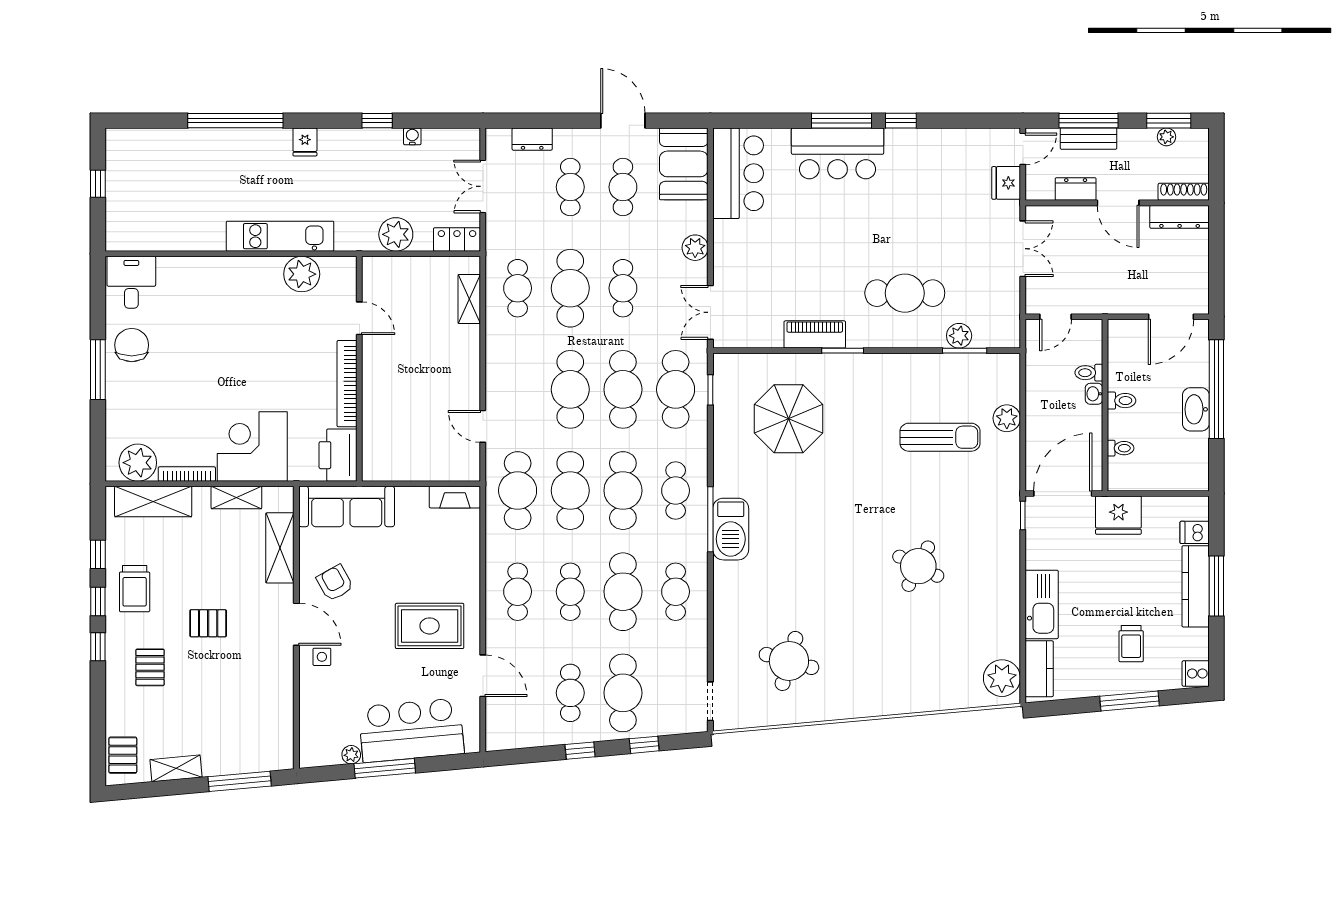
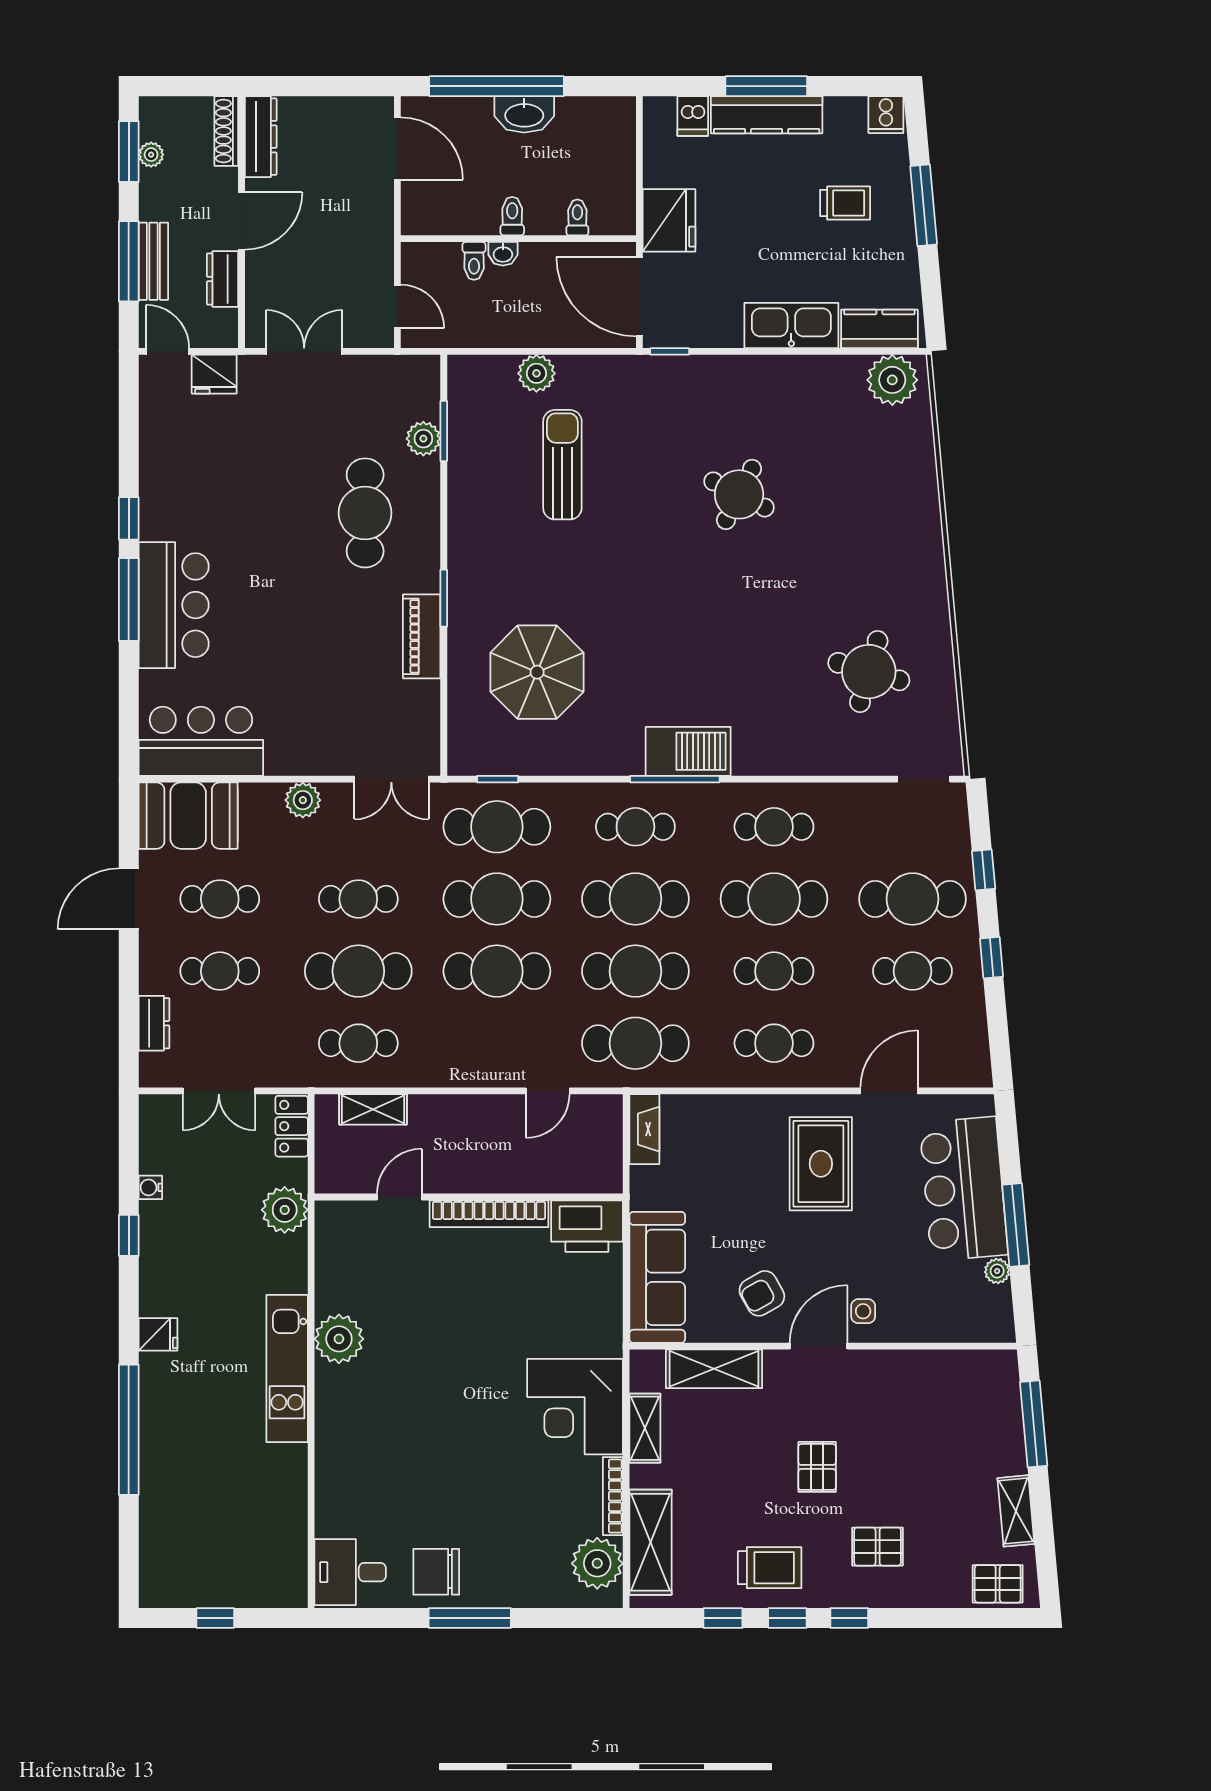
door: (359, 318) -> (399, 1197), moved
wall: (359, 369) -> (469, 1197), moved
bookcase: (347, 384) -> (489, 1214), moved
printer: (338, 455) -> (587, 1226), moved

